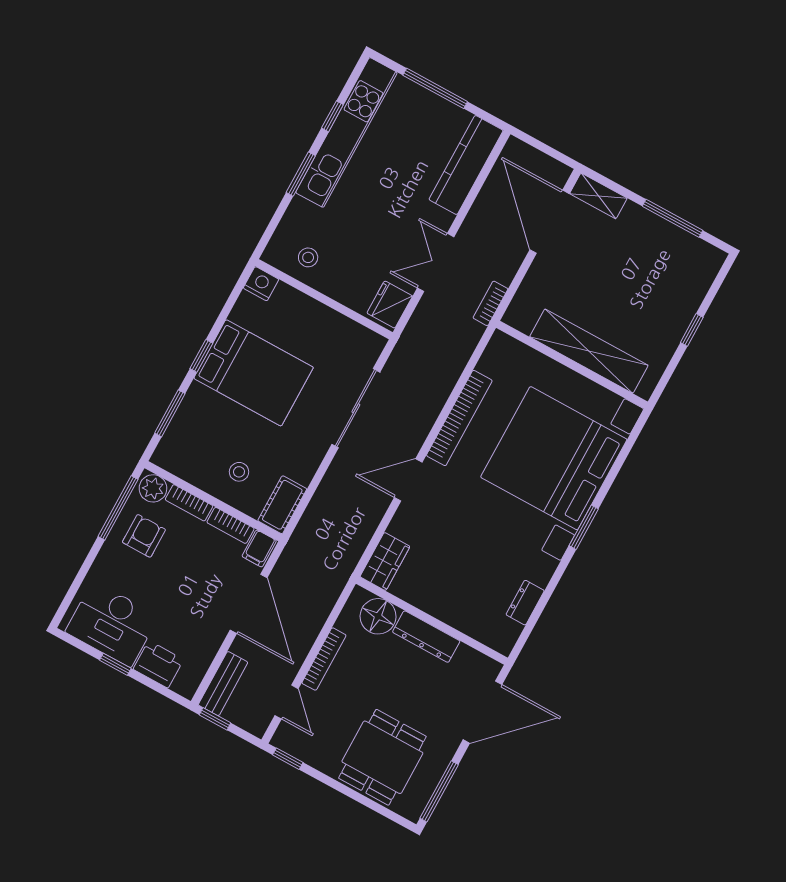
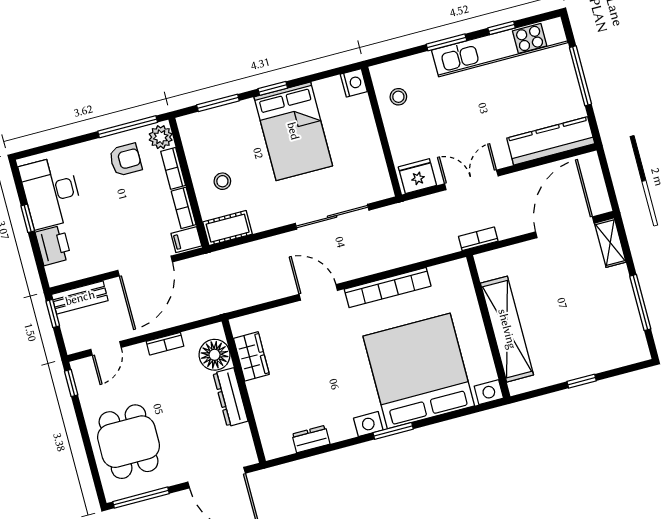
wardrobe: (385, 561) -> (251, 356), moved, turned -90
bookcase: (324, 659) -> (165, 344), width x0.64
dining table: (382, 757) -> (129, 442), turned 90

